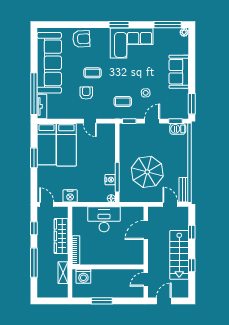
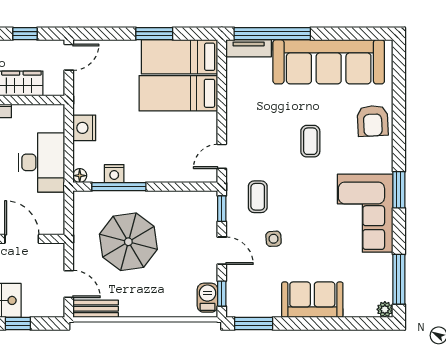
armchair: (86, 93) -> (273, 130), removed
door: (90, 121) -> (222, 156), moved
nightstand: (70, 196) -> (84, 128), moved
door: (170, 204) -> (69, 284), hinge flipped

